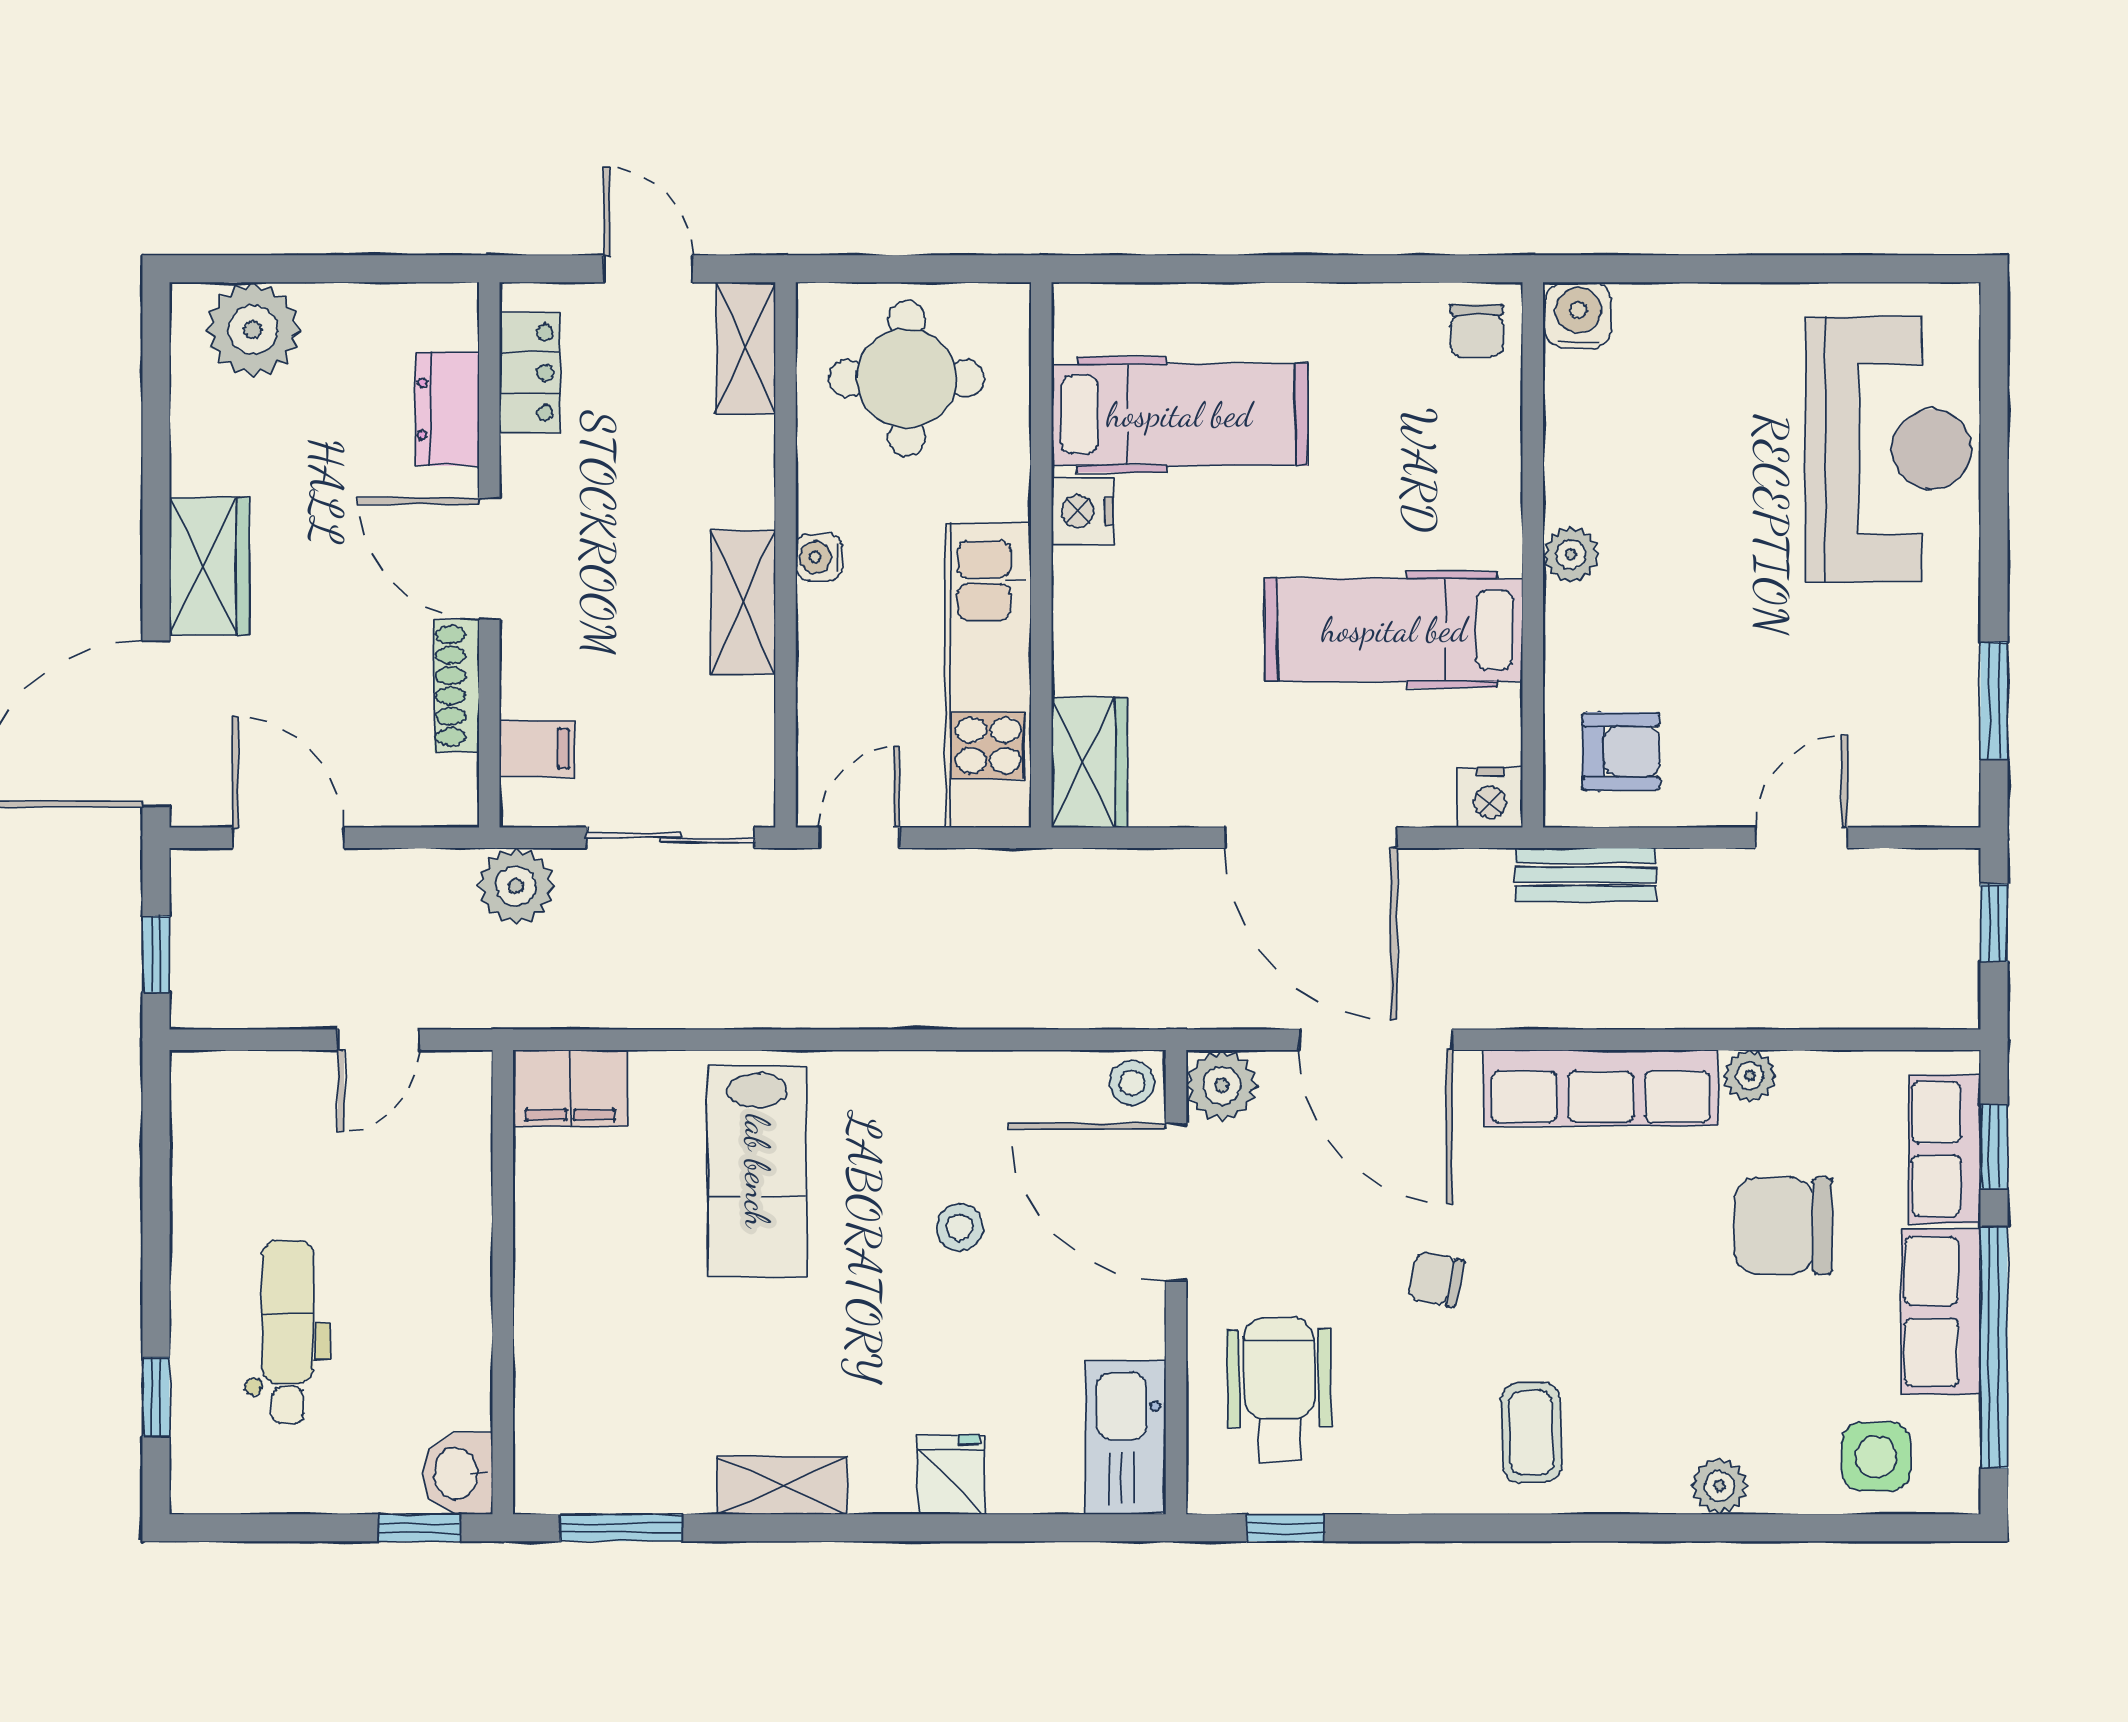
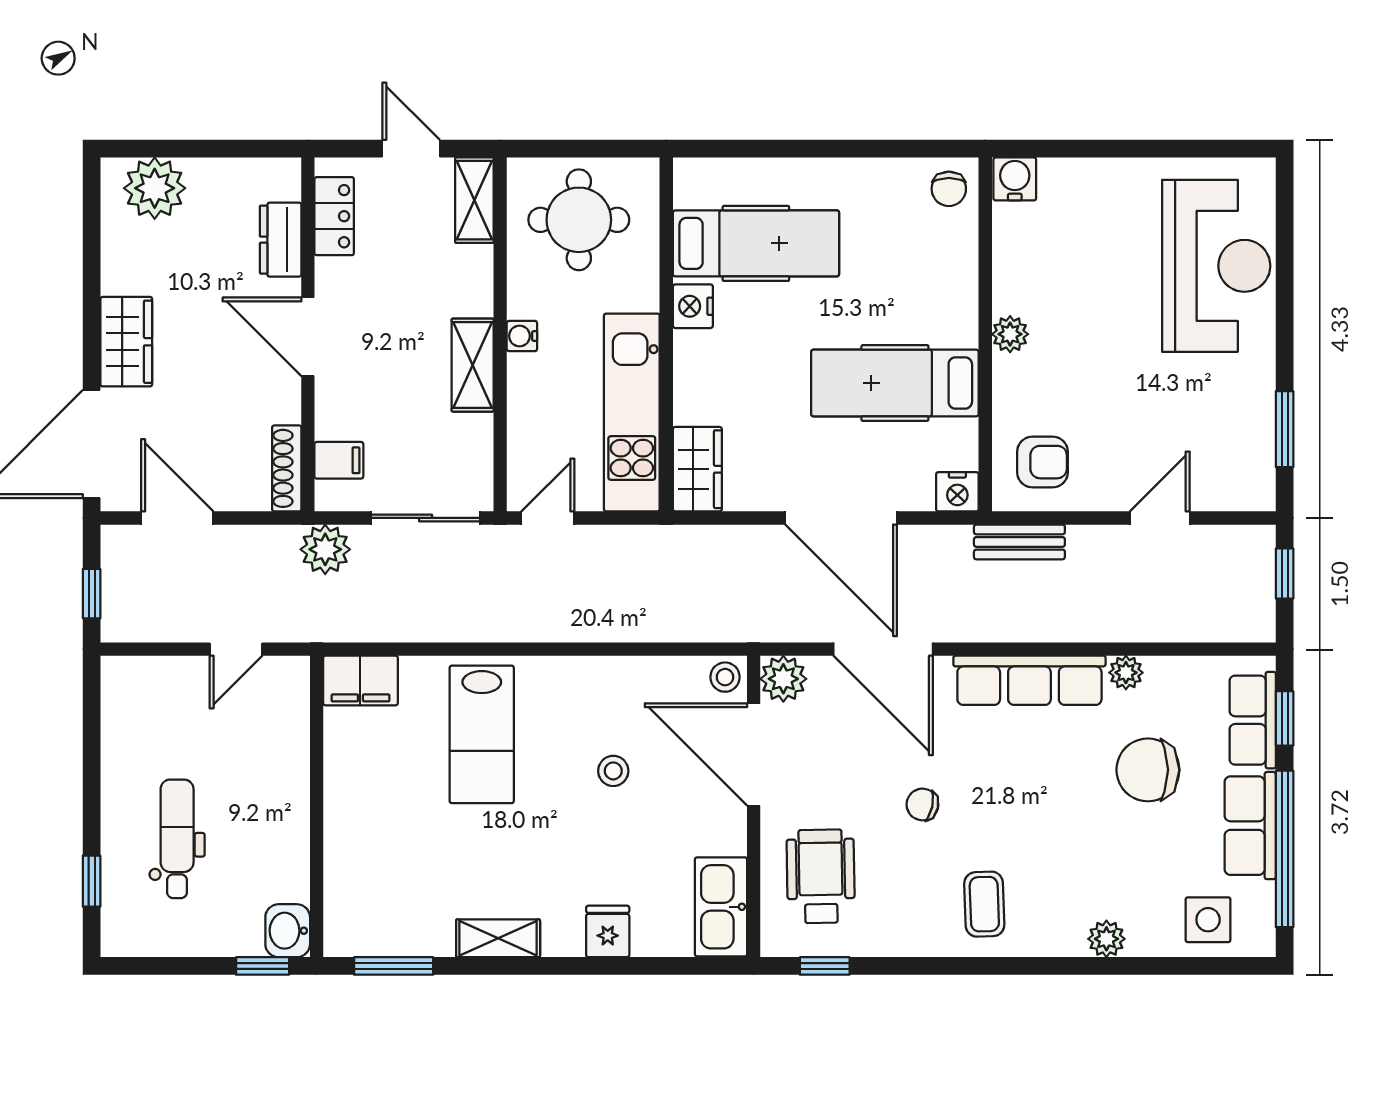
shoe rack: (457, 686) -> (287, 468), moved

